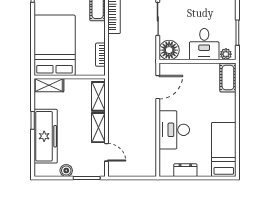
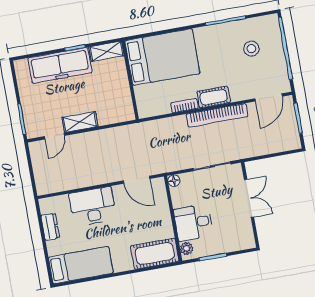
floor lamp: (169, 50) -> (174, 181), width x0.53, depth x0.53
bookcase: (100, 55) -> (184, 106), moved
cot: (228, 78) -> (155, 254), width x1.37, depth x1.34
shelving: (49, 85) -> (107, 51), moved, turned 90
shelving: (98, 96) -> (115, 116), removed
boiler: (66, 171) -> (26, 95), removed

